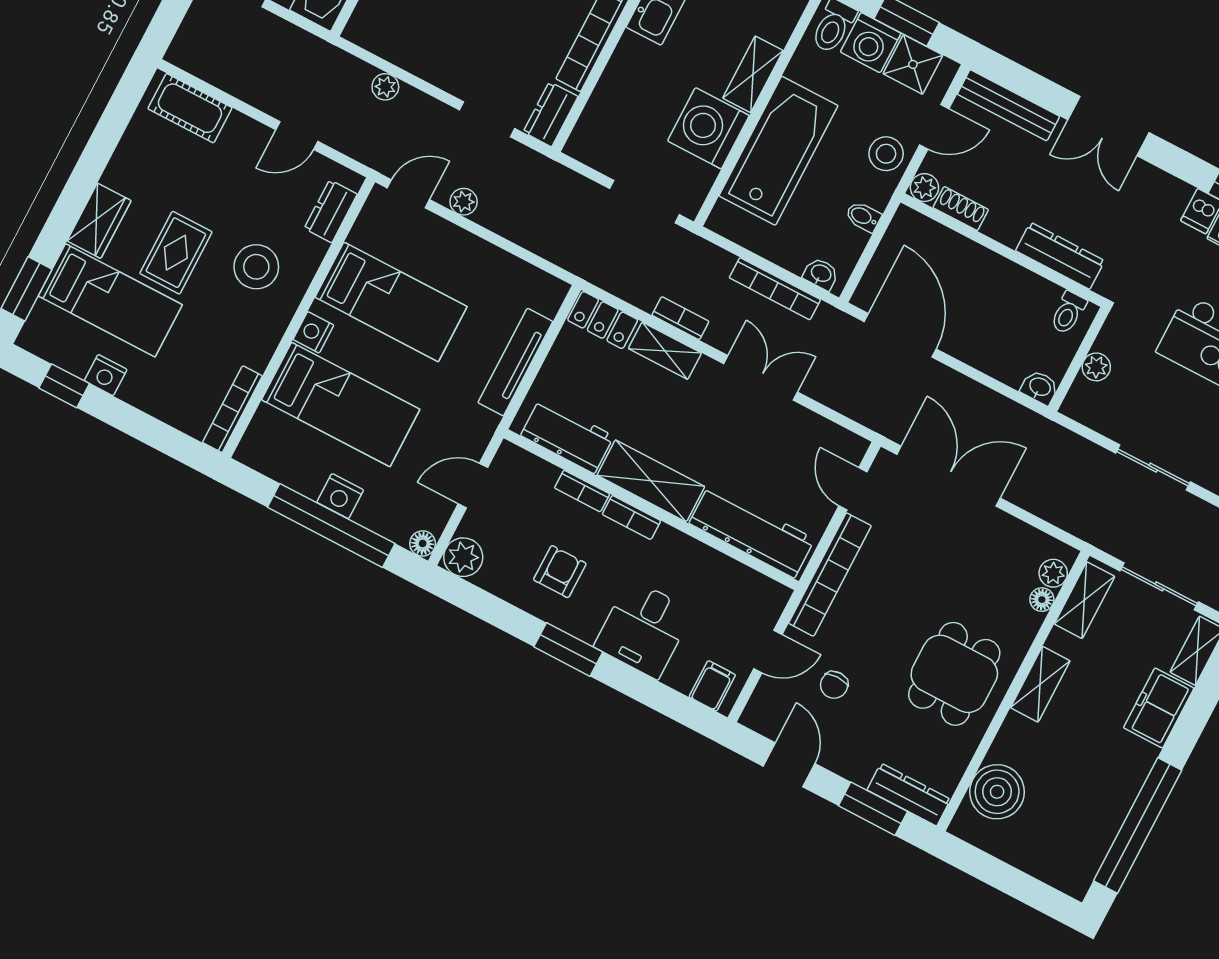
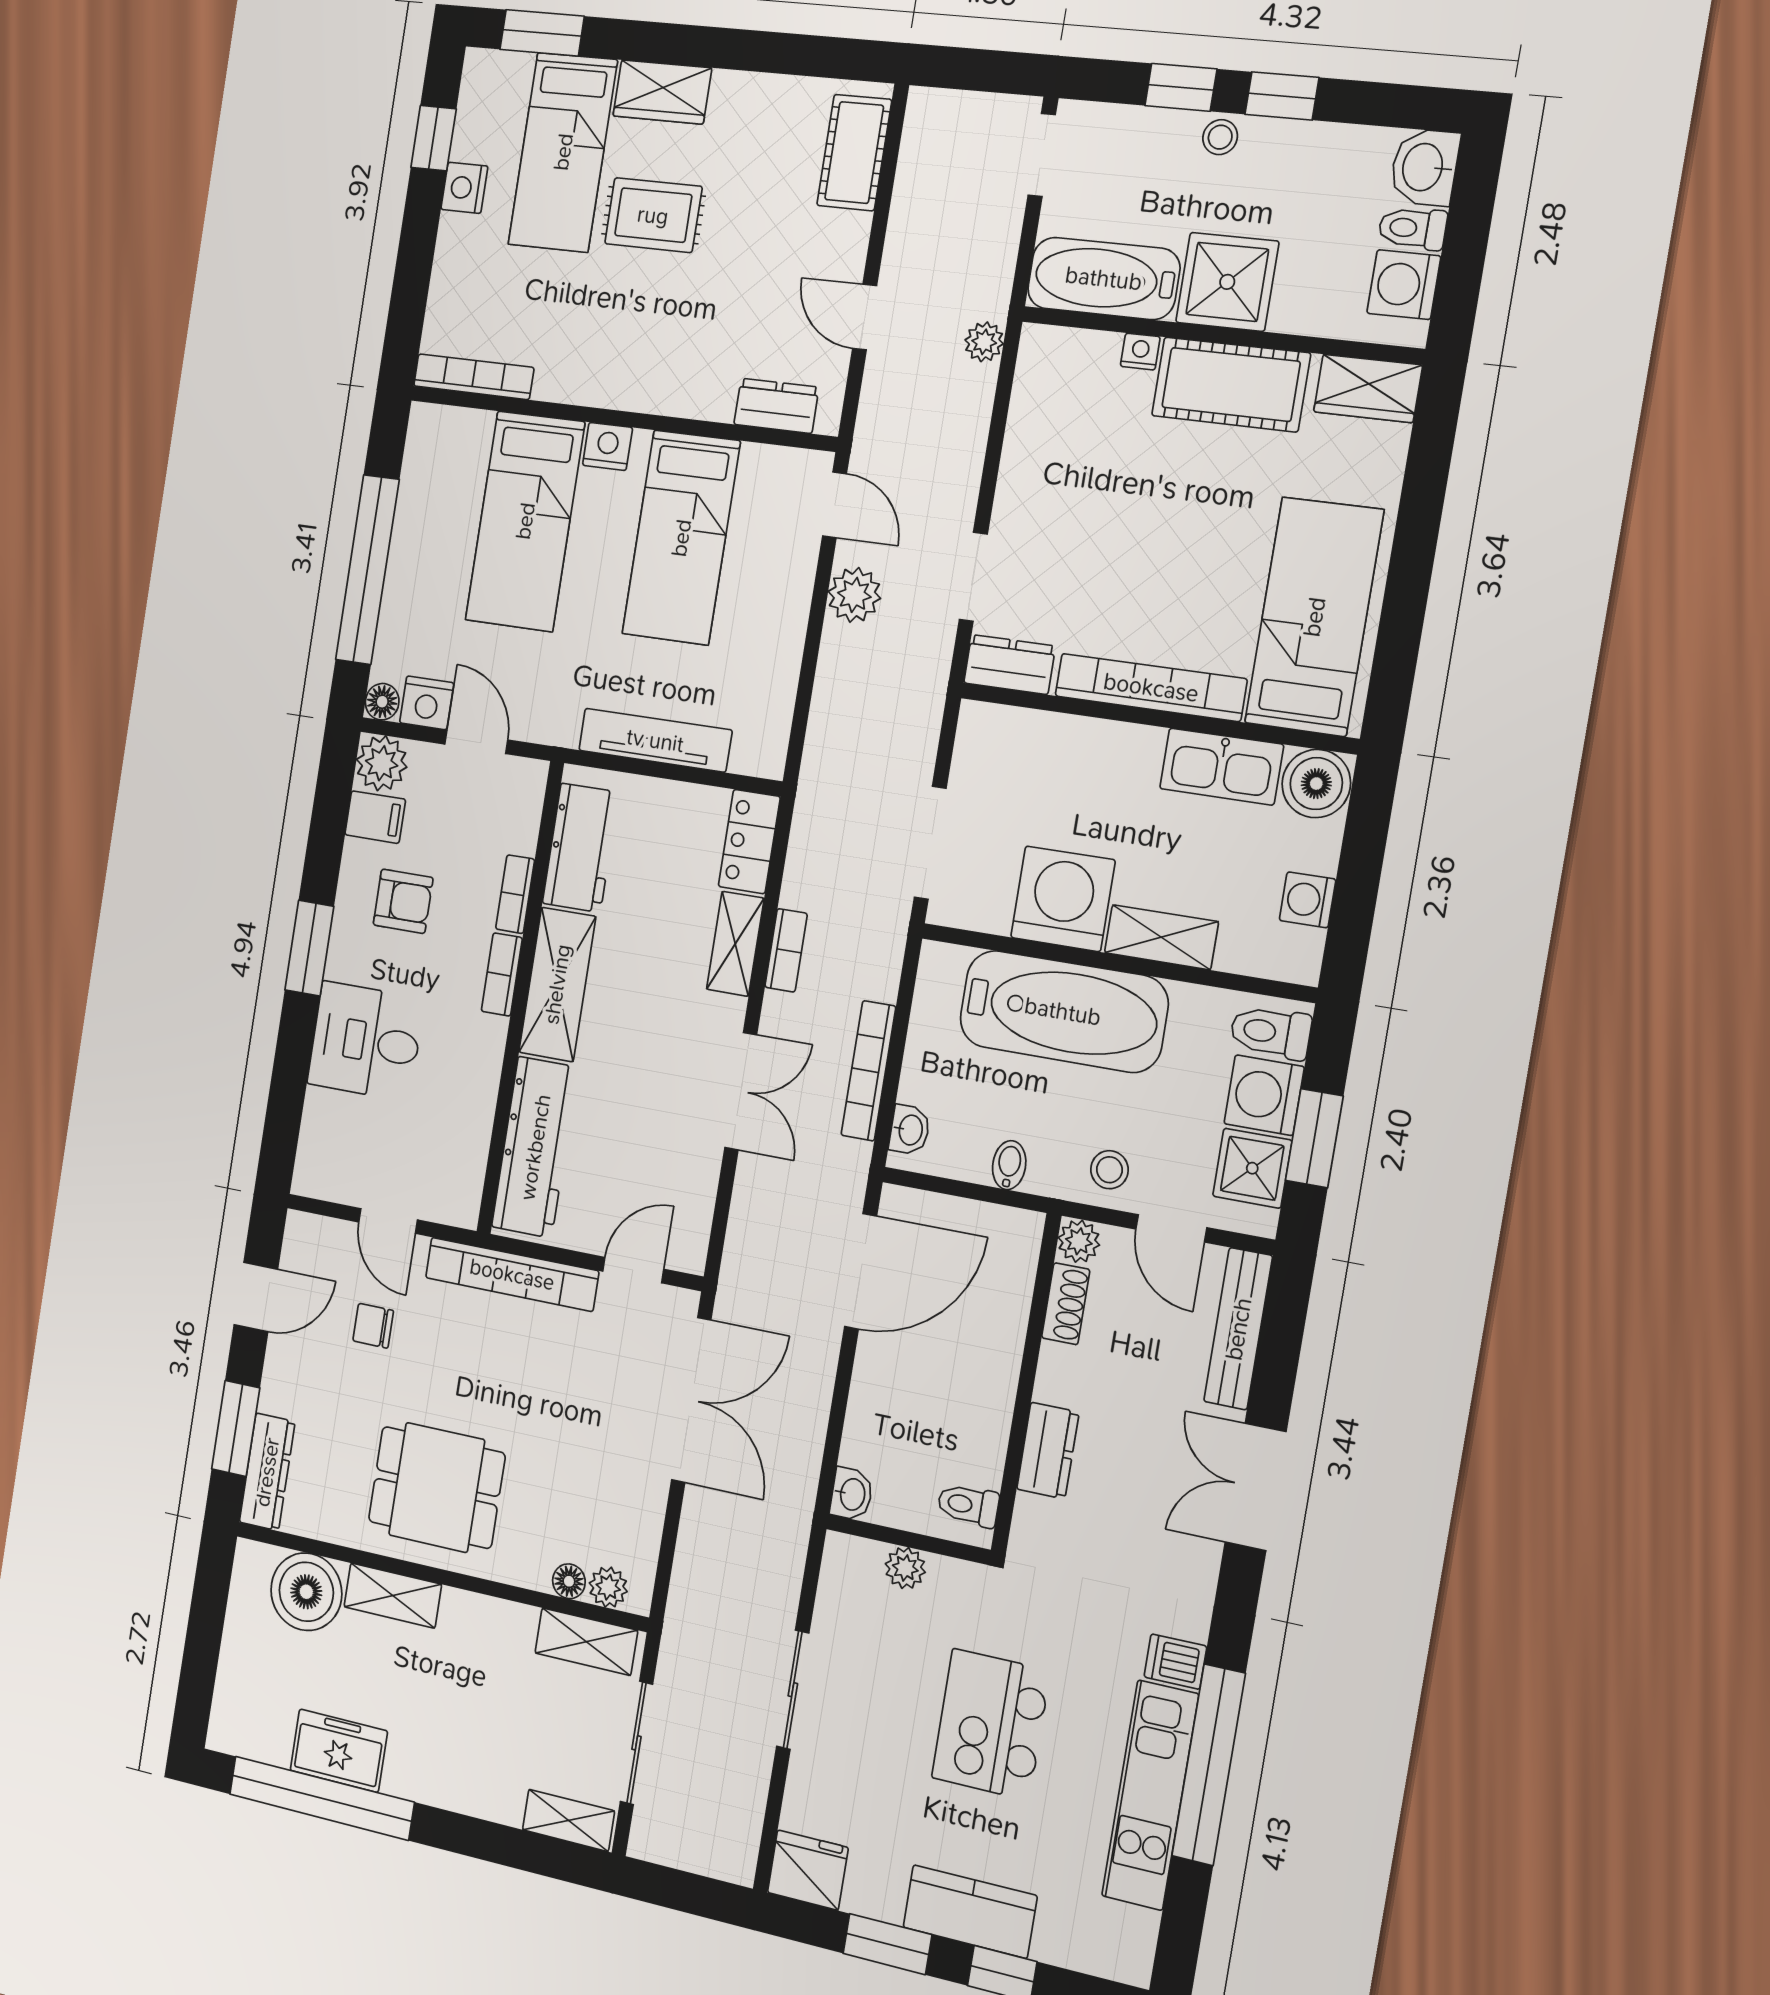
plant: (385, 87) -> (984, 342), moved
stool: (886, 154) -> (1109, 1170), width x0.73, depth x0.73
plant: (464, 202) -> (854, 595), width x1.38, depth x1.38
dresser: (1060, 256) -> (1048, 1451), width x0.70
stool: (256, 267) -> (669, 333), removed
nightstand: (340, 496) -> (427, 703), moved, turned -90
shelving: (1040, 684) -> (393, 1596), moved
filing cabinet: (712, 686) -> (375, 817), moved
freezer: (1159, 708) -> (339, 1751), moved

